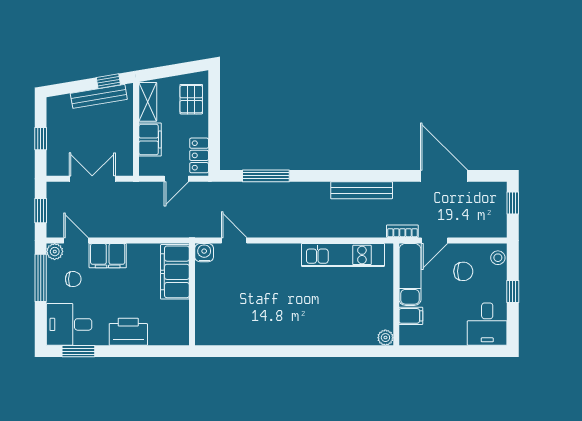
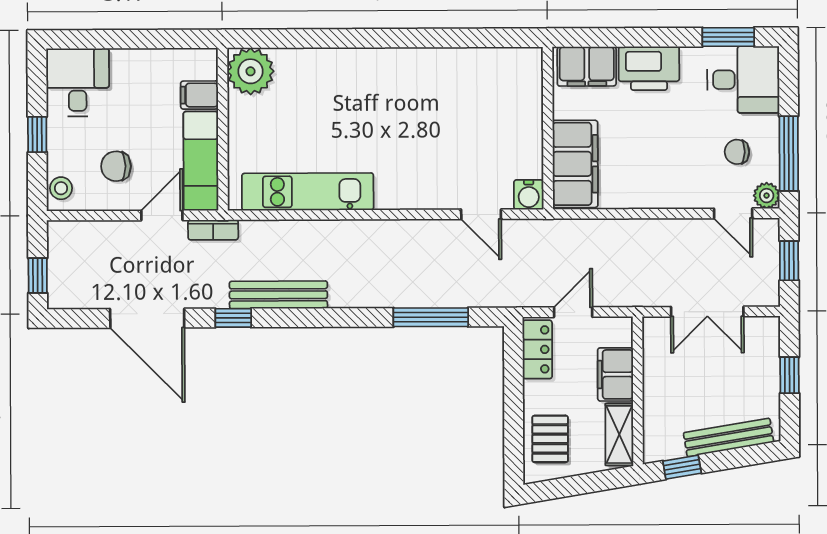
bench: (99, 96) -> (729, 437), moved
window: (390, 176) -> (233, 318), added
filing cabinet: (108, 256) -> (587, 66), moved, turned 180
plant: (385, 338) -> (251, 71), width x1.88, depth x1.88

